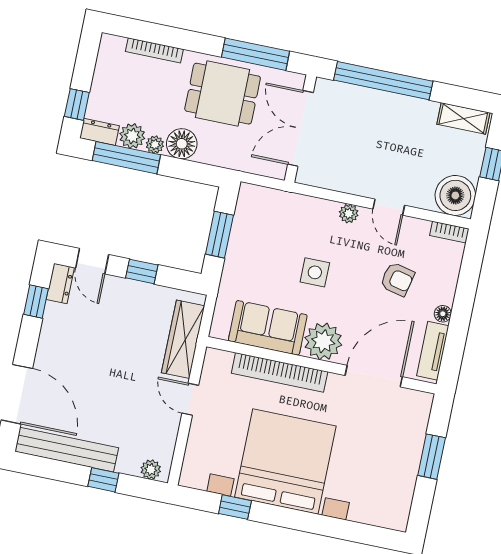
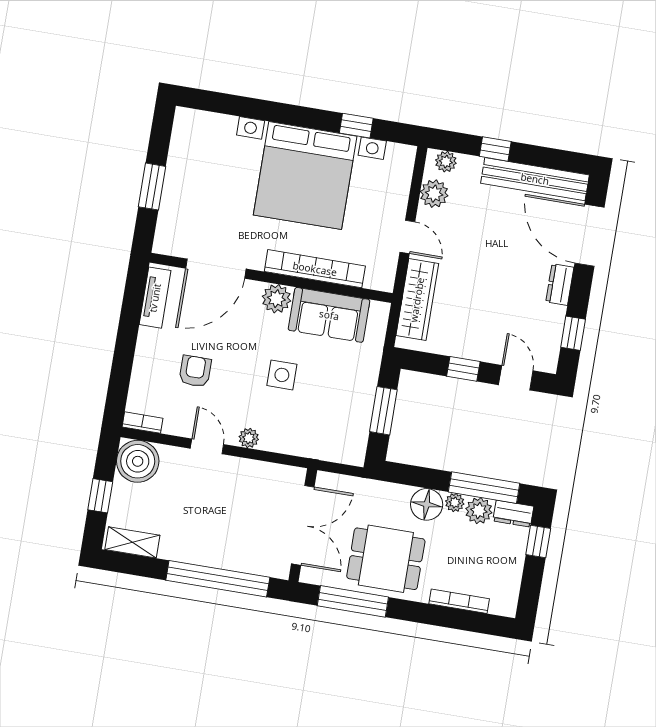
armchair: (397, 279) -> (195, 371), turned 77
dresser: (60, 284) -> (560, 285), moved
floor lamp: (443, 314) -> (146, 337), removed
plant: (323, 341) -> (276, 299), width x0.73, depth x0.73
plant: (163, 439) -> (434, 194), added

